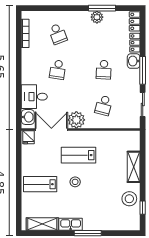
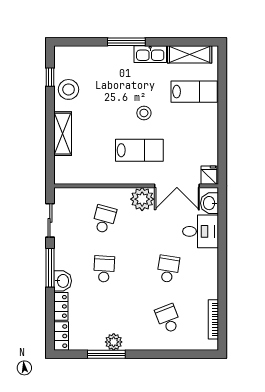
lab bench: (40, 184) -> (194, 92), moved

